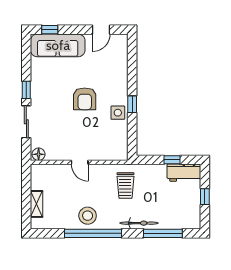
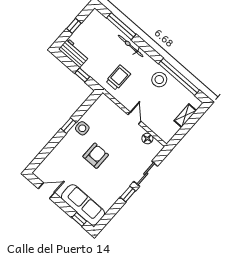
floor lamp: (39, 154) -> (147, 138), moved
window: (172, 160) -> (82, 75), moved
window: (93, 233) -> (179, 77), moved

